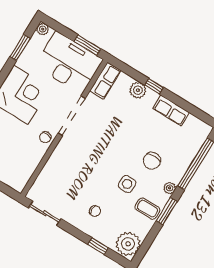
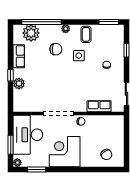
window: (87, 45) -> (11, 145), moved
row of seats: (105, 81) -> (99, 106), moved
window: (167, 211) -> (109, 22), moved
plant: (128, 244) -> (31, 33), moved

